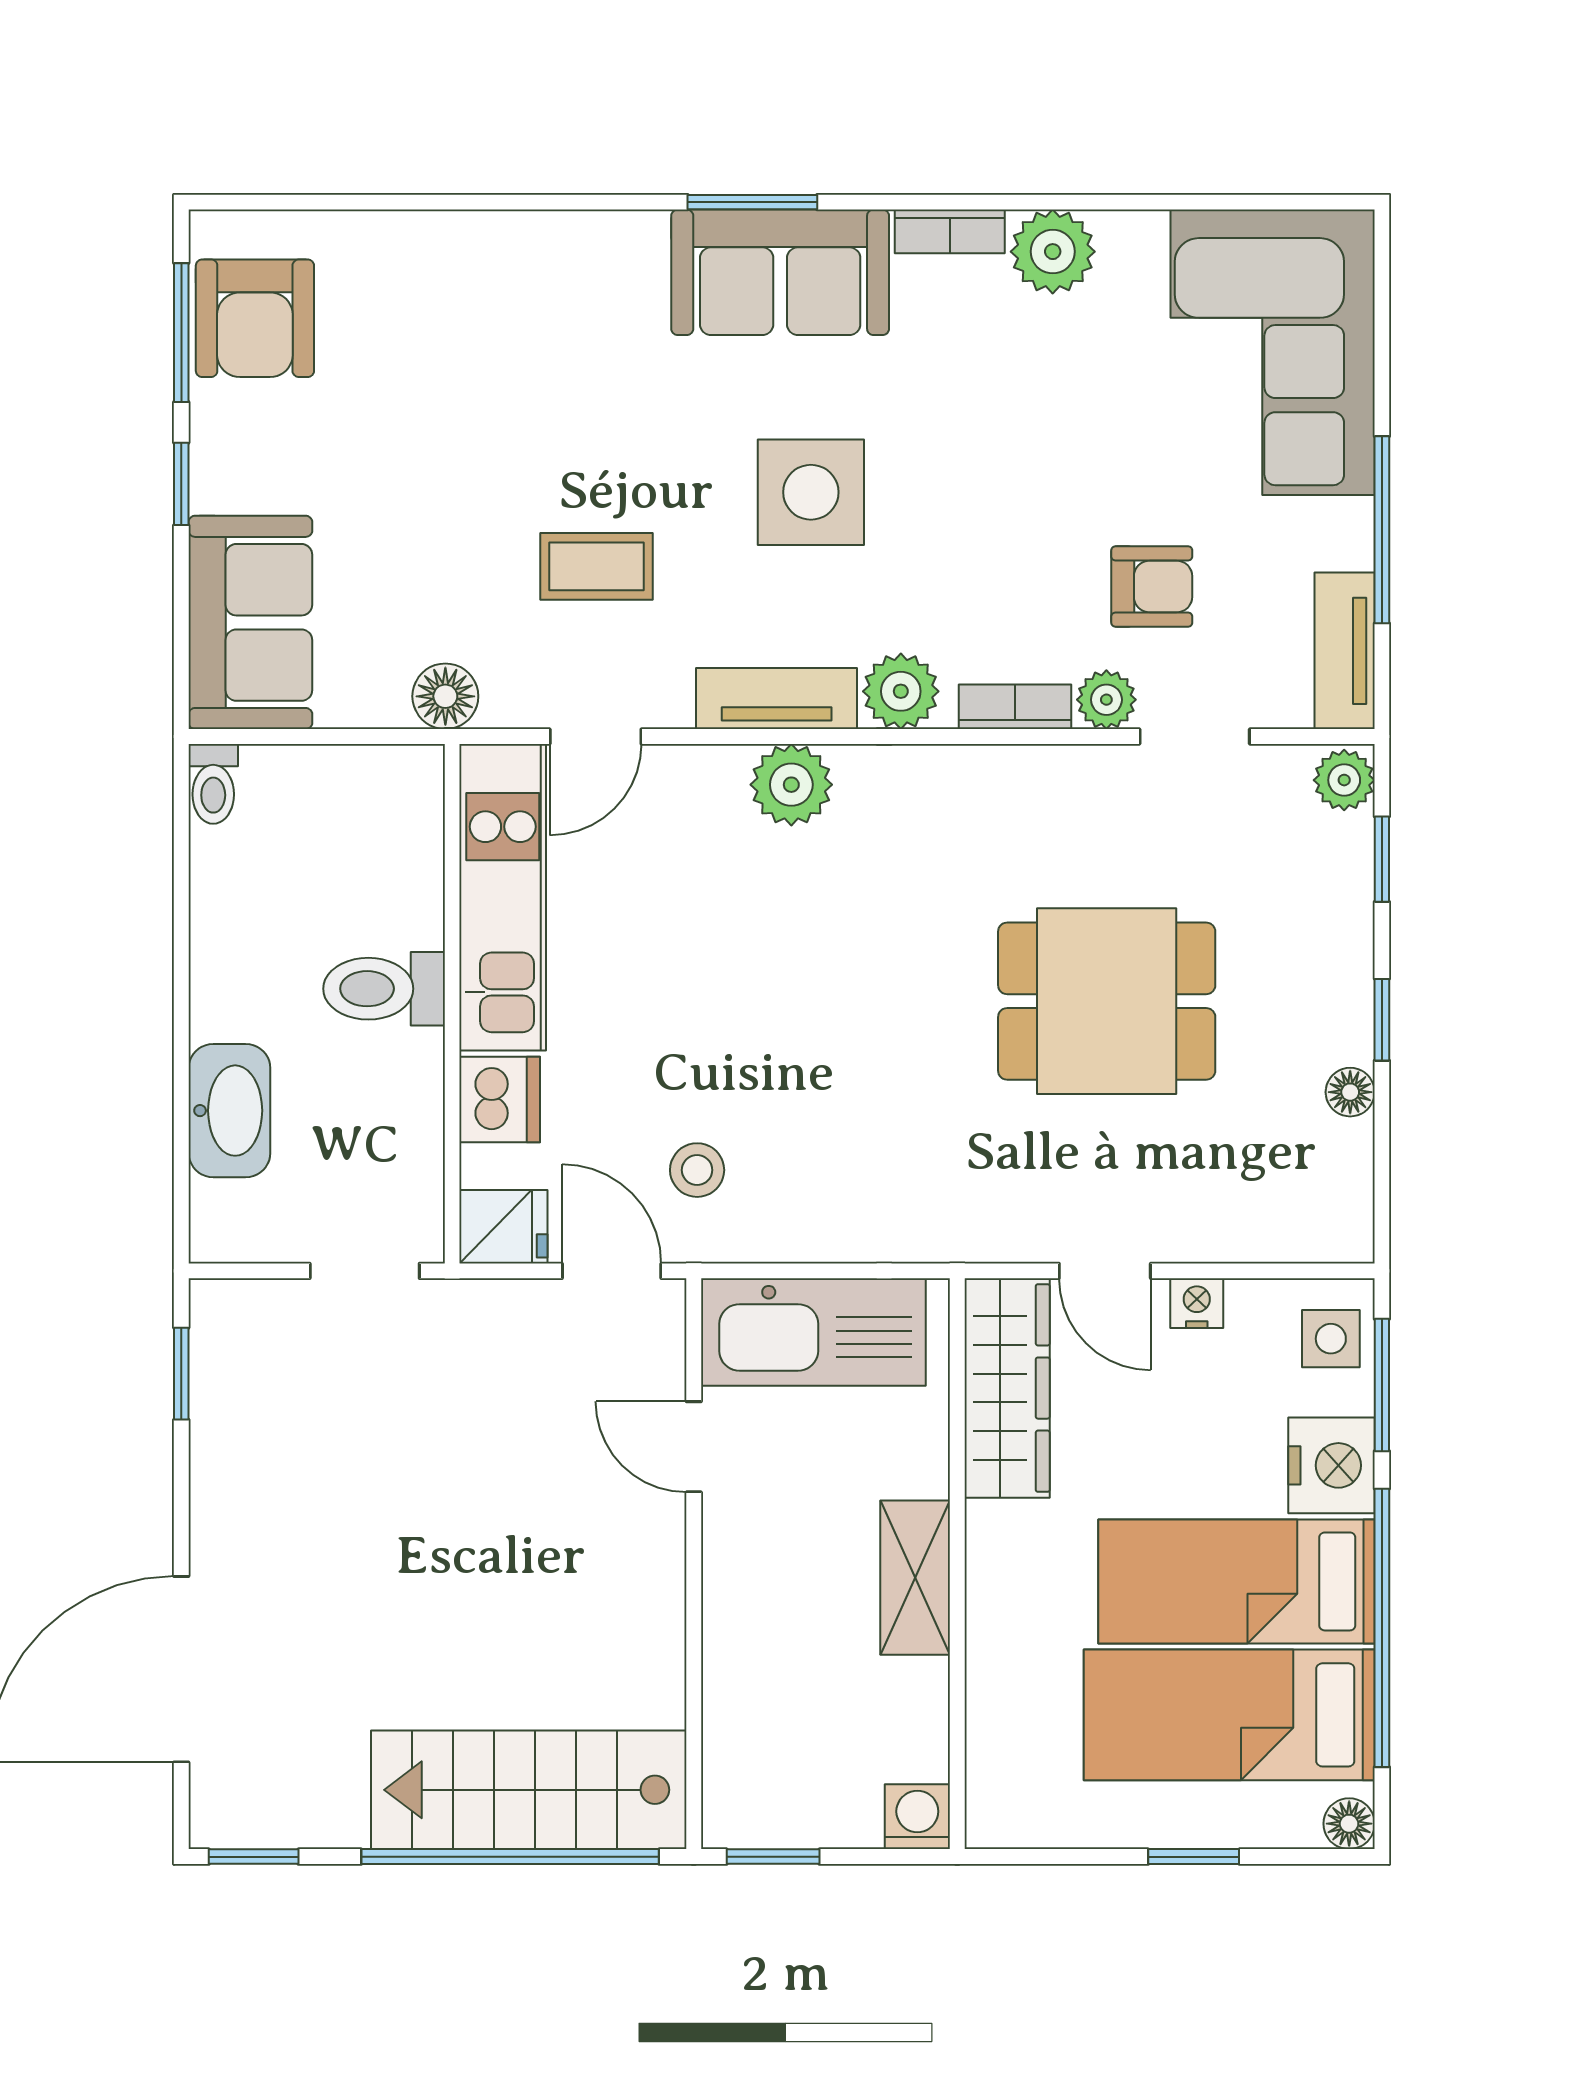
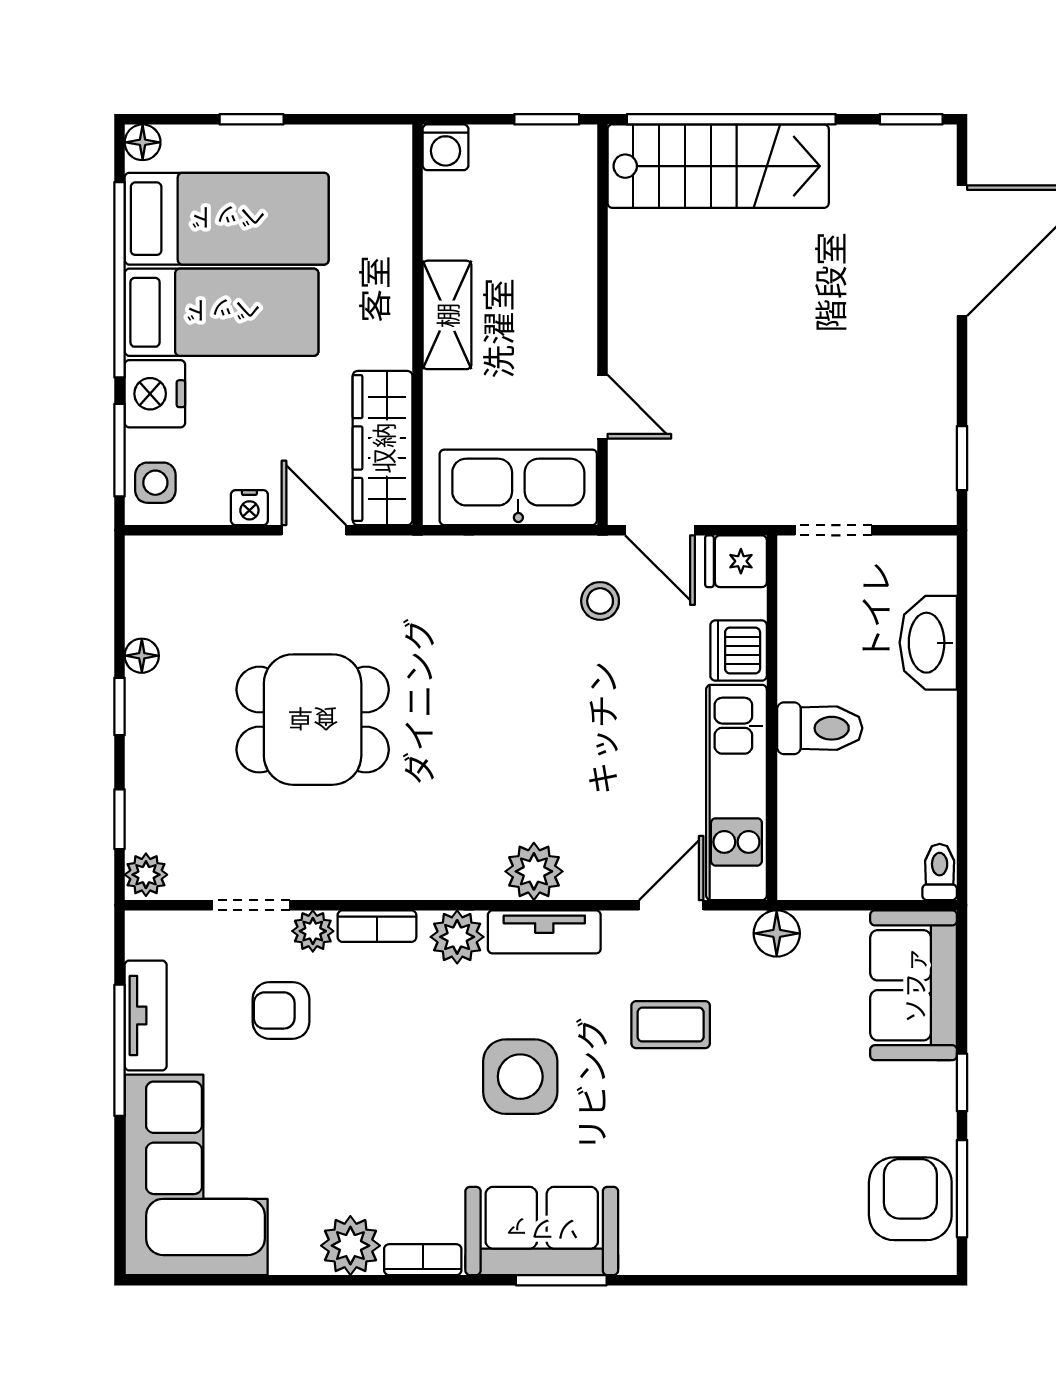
tv unit: (1345, 651) -> (146, 1016), moved

